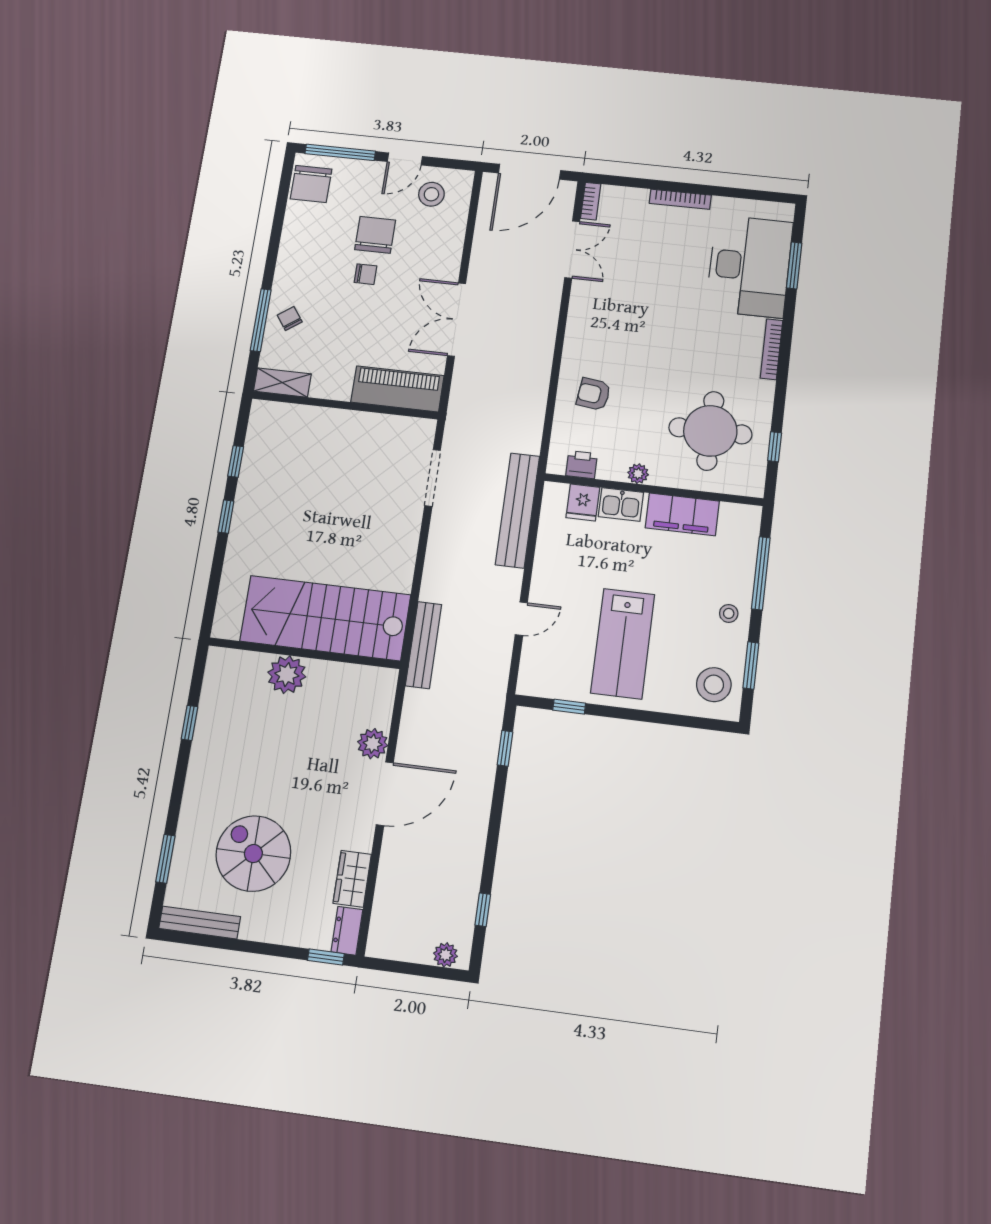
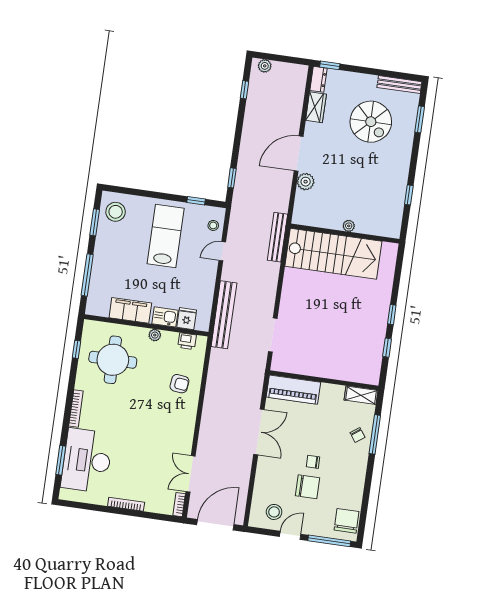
chair: (375, 235) -> (308, 487), turned -90
stool: (729, 613) -> (213, 225), moved
plant: (287, 675) -> (349, 226), width x0.53, depth x0.53

